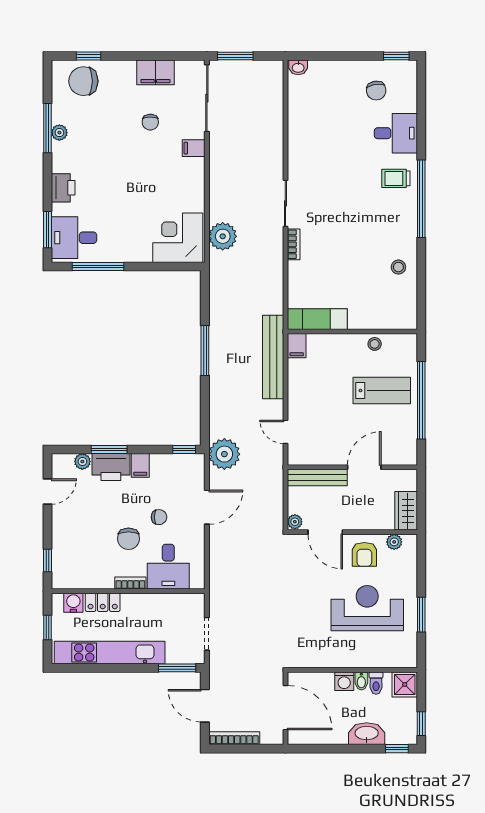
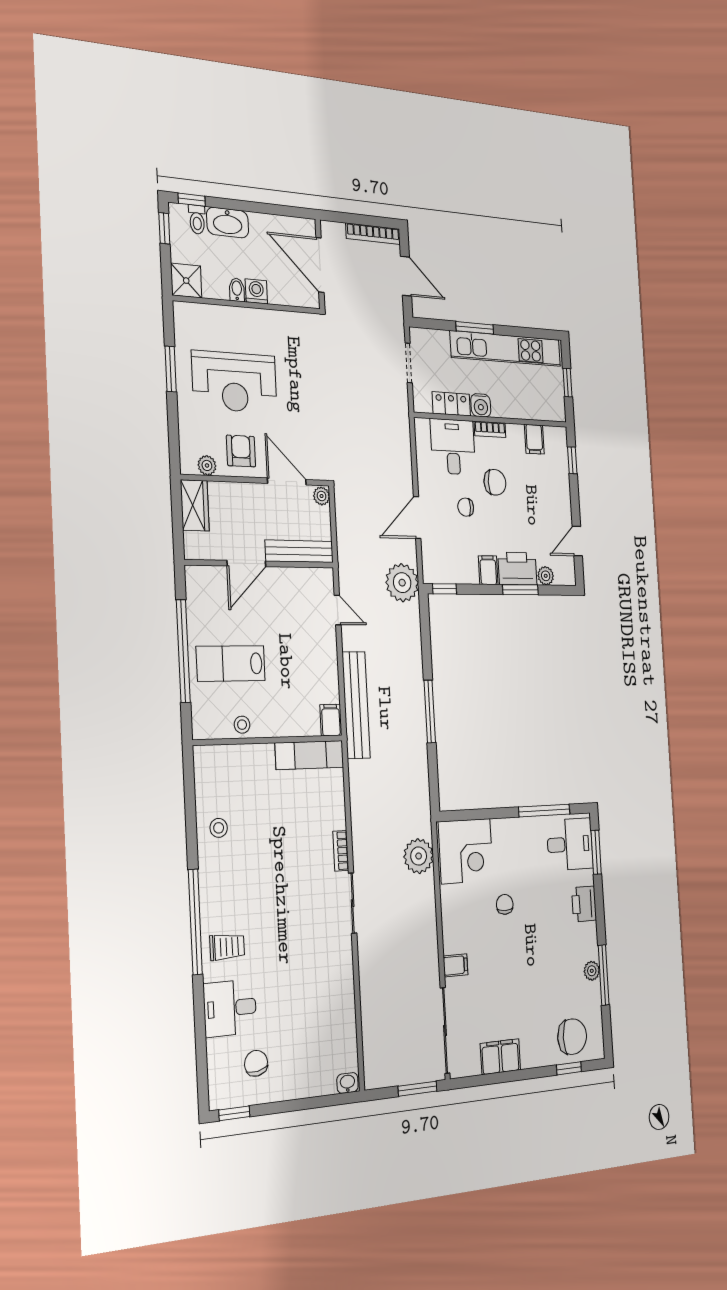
chair: (150, 122) -> (505, 904), moved
chair: (128, 539) -> (495, 482), turned 90
filing cabinet: (86, 577) -> (534, 439), added
locker: (103, 602) -> (451, 404), moved
water cooler: (73, 603) -> (481, 405), moved
window: (177, 668) -> (475, 328), moved
toilet: (376, 683) -> (197, 219), moved, turned 180

